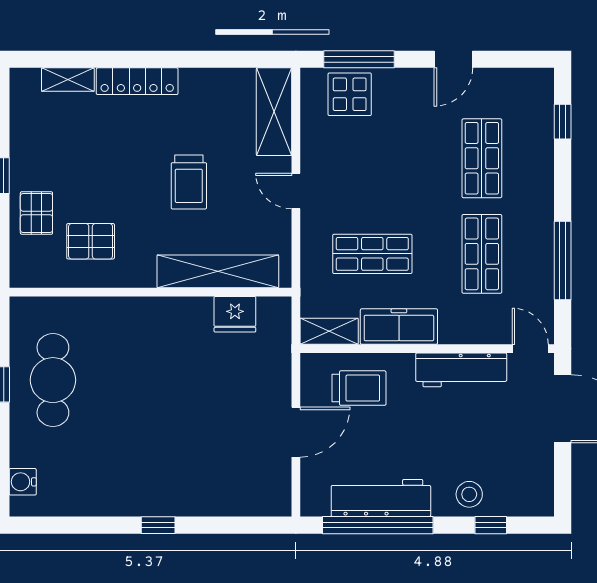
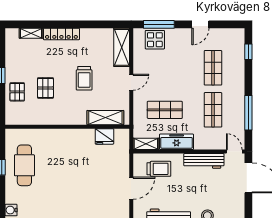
door: (296, 191) -> (131, 82), swing flipped
pallet: (91, 241) -> (45, 88), moved, turned 90
shelving: (218, 271) -> (105, 118), width x0.68

